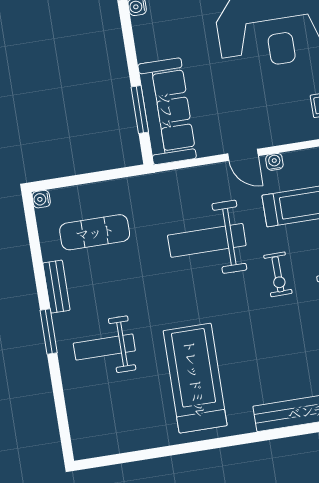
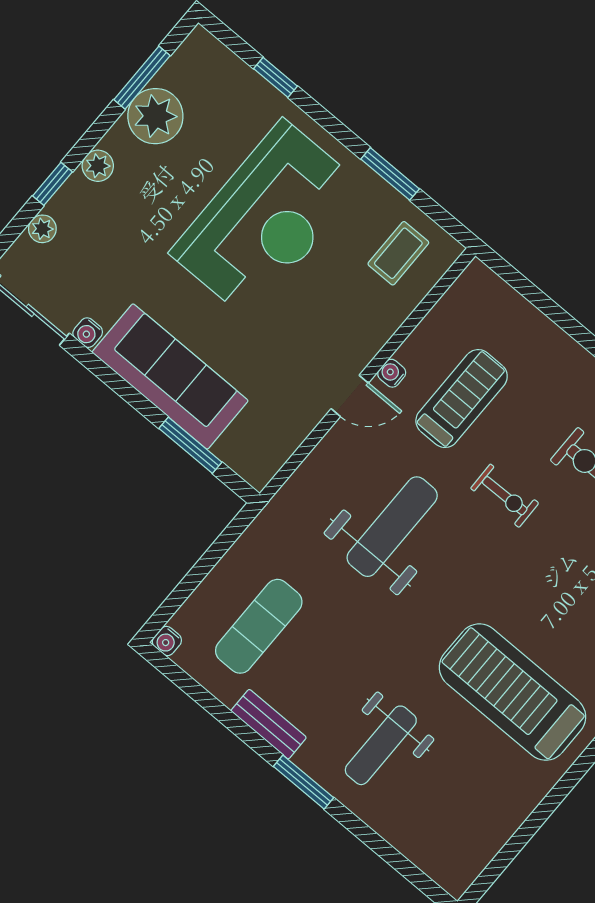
sofa: (167, 111) -> (170, 376), moved
weight bench: (207, 240) -> (392, 527), turned 180

